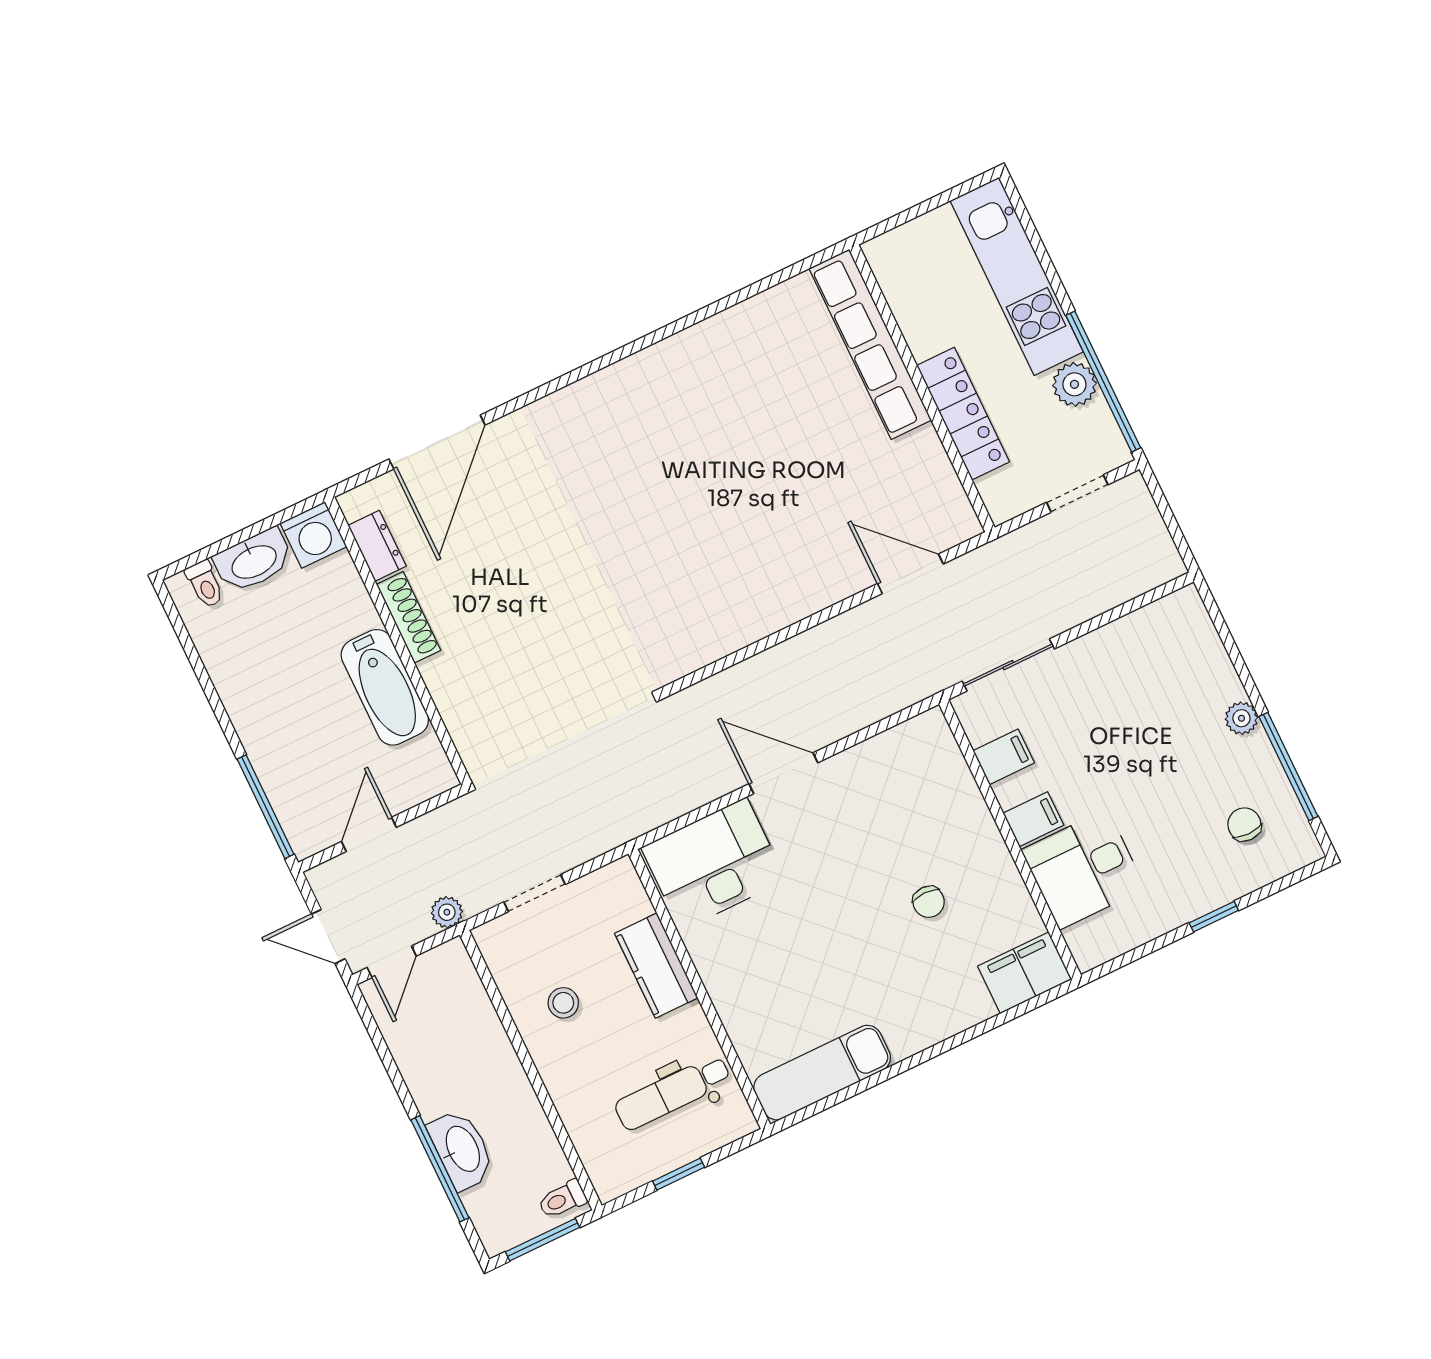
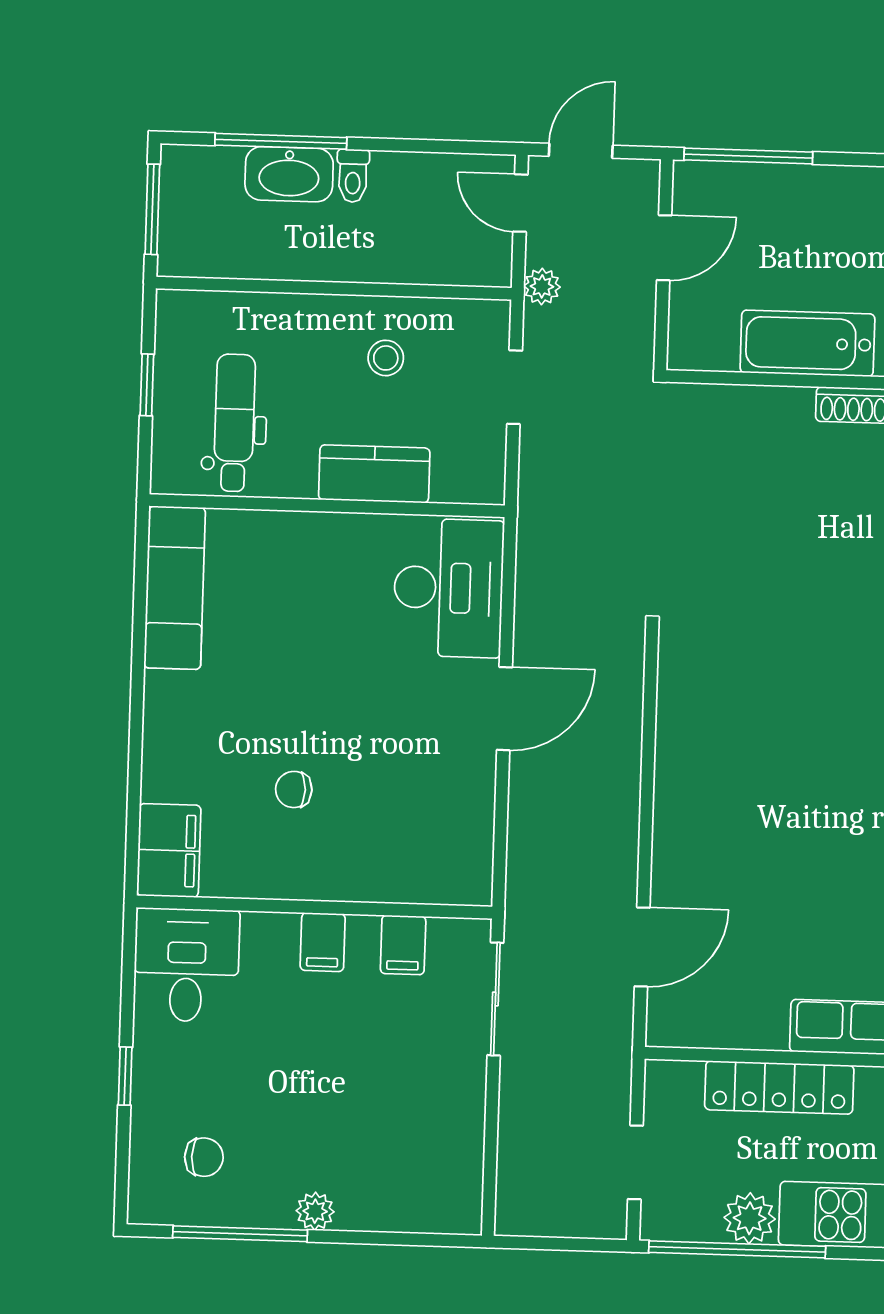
door: (369, 834) -> (664, 248), hinge flipped
desk: (1083, 869) -> (186, 965), moved
toilet: (562, 1199) -> (353, 176), moved, turned 180

